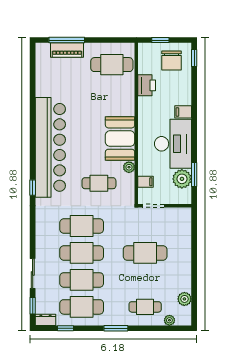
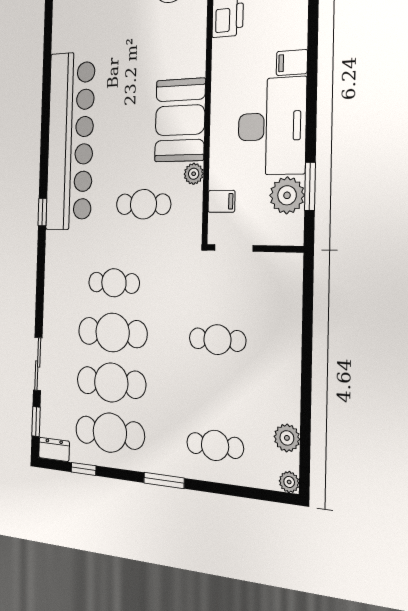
cafe table: (82, 226) -> (114, 283), width x0.73, depth x0.74
cafe table: (145, 253) -> (217, 340), width x0.73, depth x0.74
plant: (169, 320) -> (289, 482), moved

